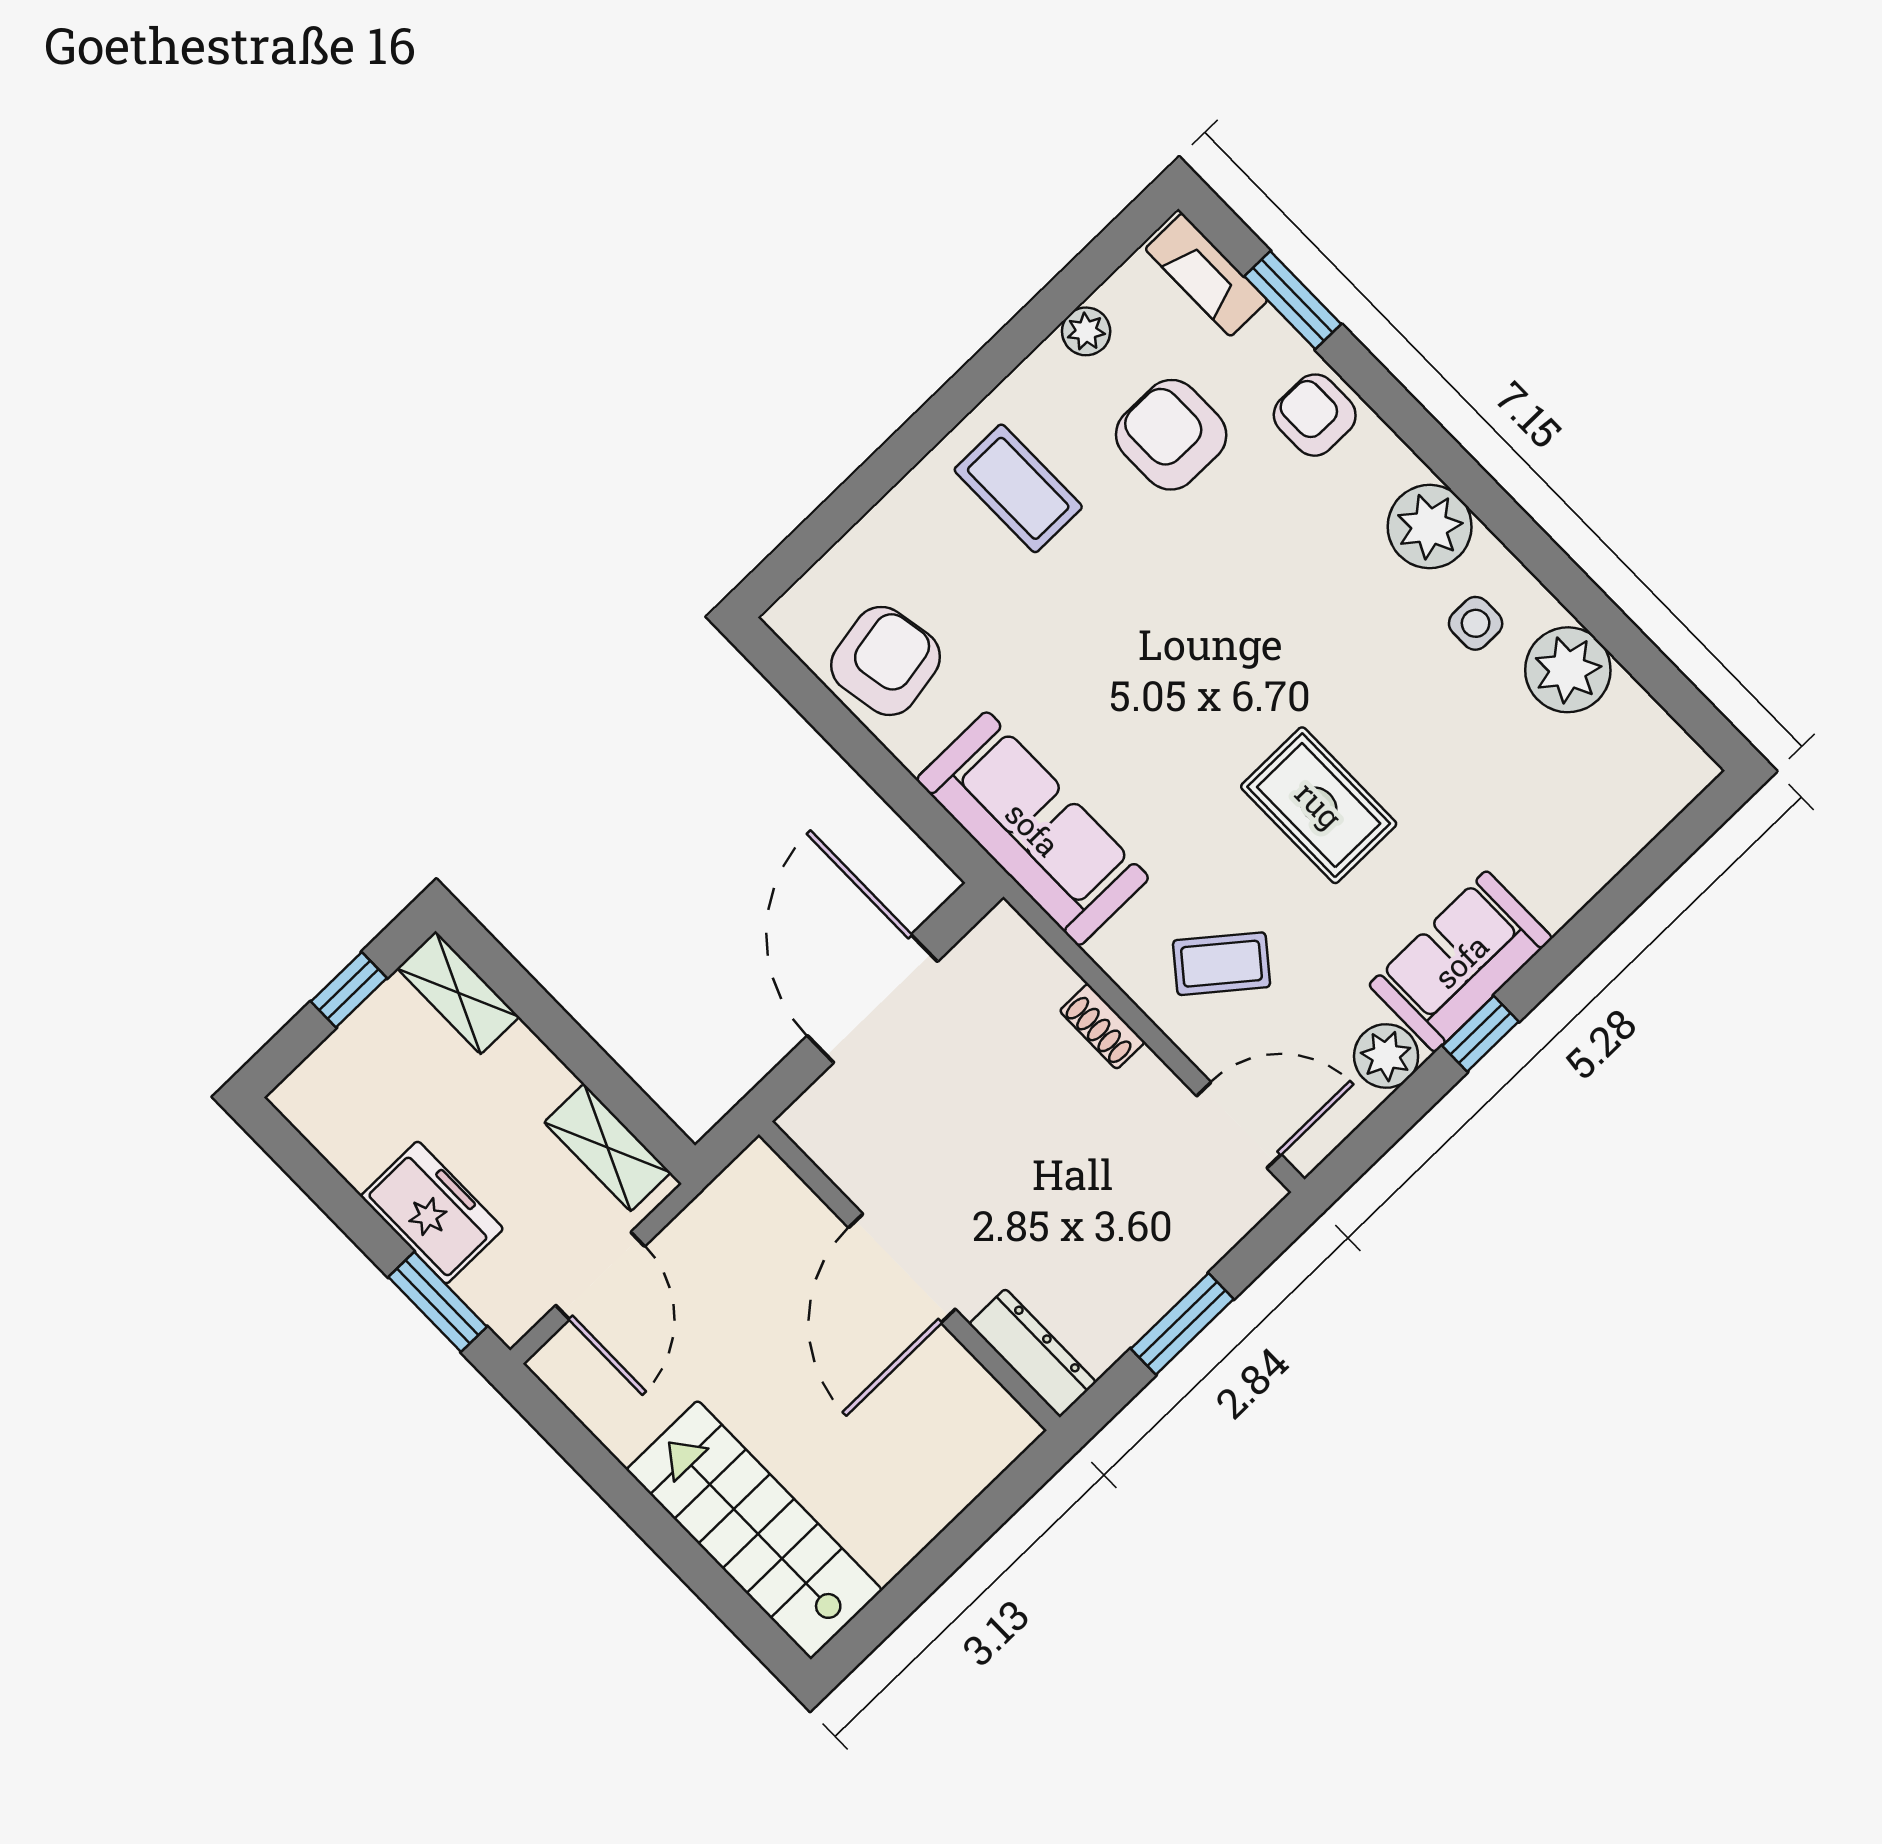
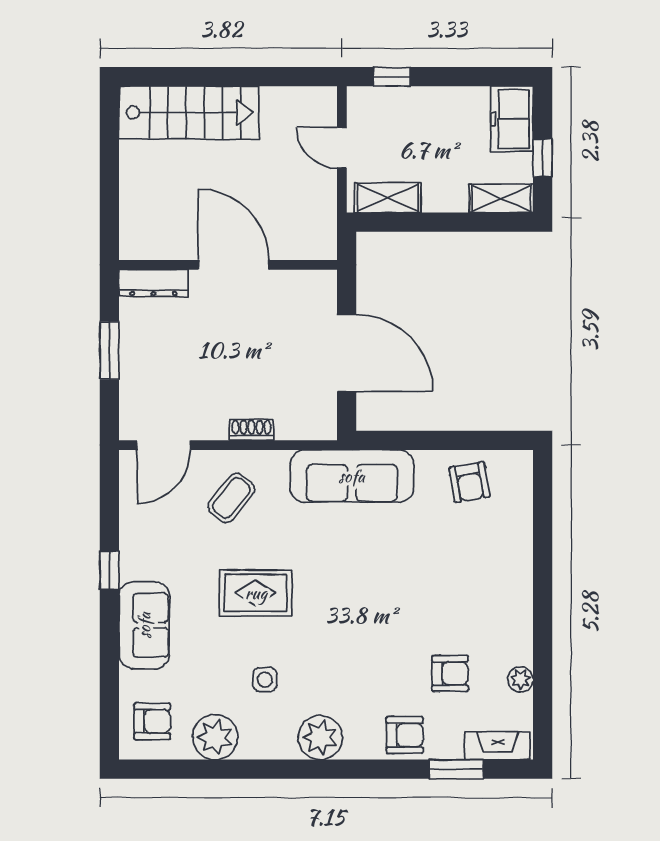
armchair: (1171, 435) -> (450, 673), width x0.72, depth x0.72
coffee table: (1018, 488) -> (486, 596), removed
side table: (1476, 623) -> (265, 680), moved
armchair: (886, 661) -> (470, 482), width x0.72, depth x0.72
armchair: (1629, 776) -> (152, 721), added
sofa: (1461, 961) -> (144, 625), moved
plant: (1386, 1056) -> (136, 526), removed
freezer: (432, 1213) -> (512, 119), moved, turned 90
door: (600, 1276) -> (342, 148), width x0.73
window: (438, 1302) -> (392, 77), width x0.67

